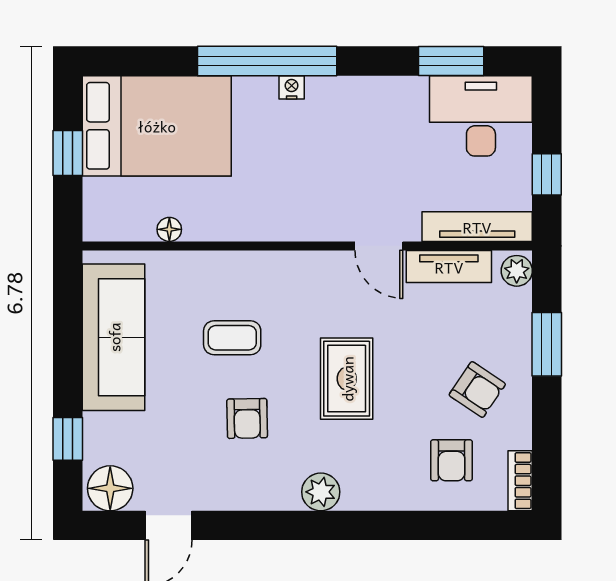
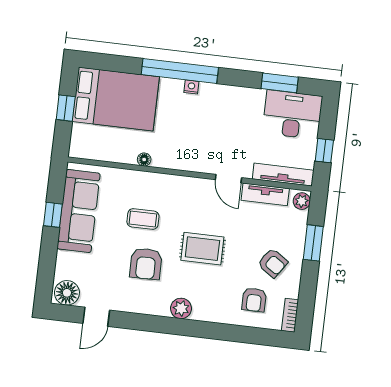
floor lamp: (169, 229) -> (144, 160), moved
rug: (347, 379) -> (202, 249), turned 90
armchair: (247, 418) -> (146, 264), width x1.38, depth x1.38
window: (68, 439) -> (53, 215), moved

